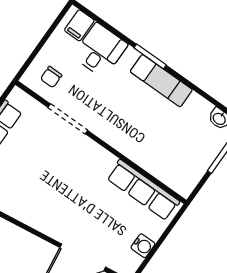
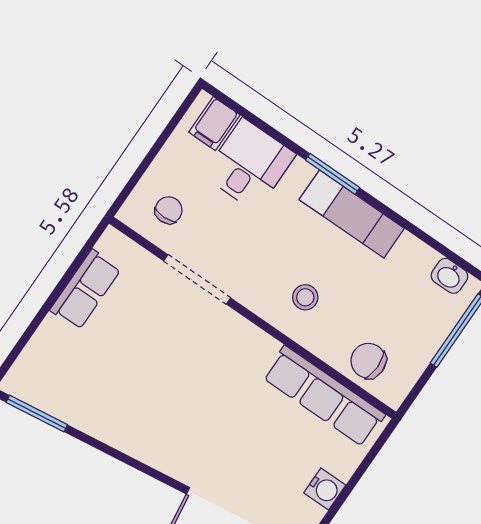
chair: (51, 77) -> (169, 210), turned 180
stool: (133, 130) -> (305, 297), added
chair: (170, 169) -> (368, 361), added

